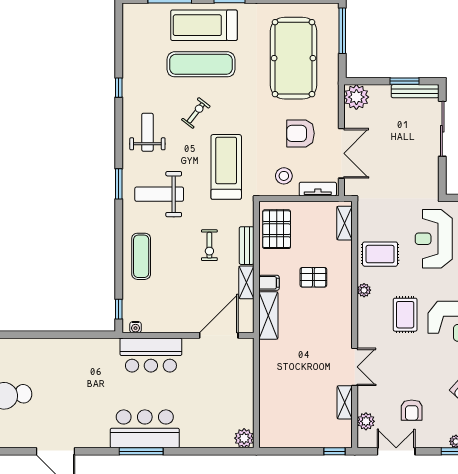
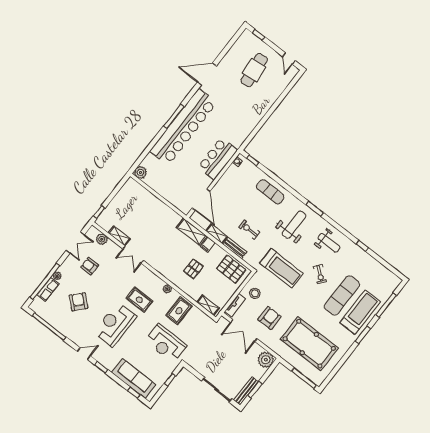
reception desk: (434, 239) -> (166, 343), turned 180
bar counter: (145, 429) -> (183, 127), width x1.86

